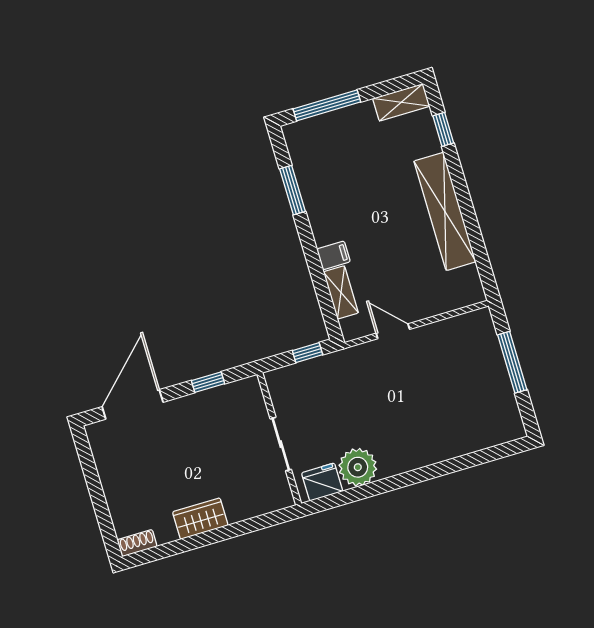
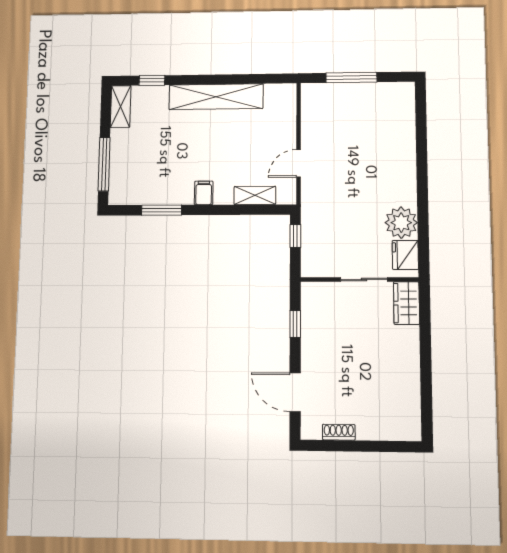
filing cabinet: (333, 255) -> (204, 193), moved
door: (133, 404) -> (295, 392), width x0.73
wardrobe: (200, 519) -> (407, 303), moved
shoe rack: (137, 543) -> (339, 432), moved, turned 90

